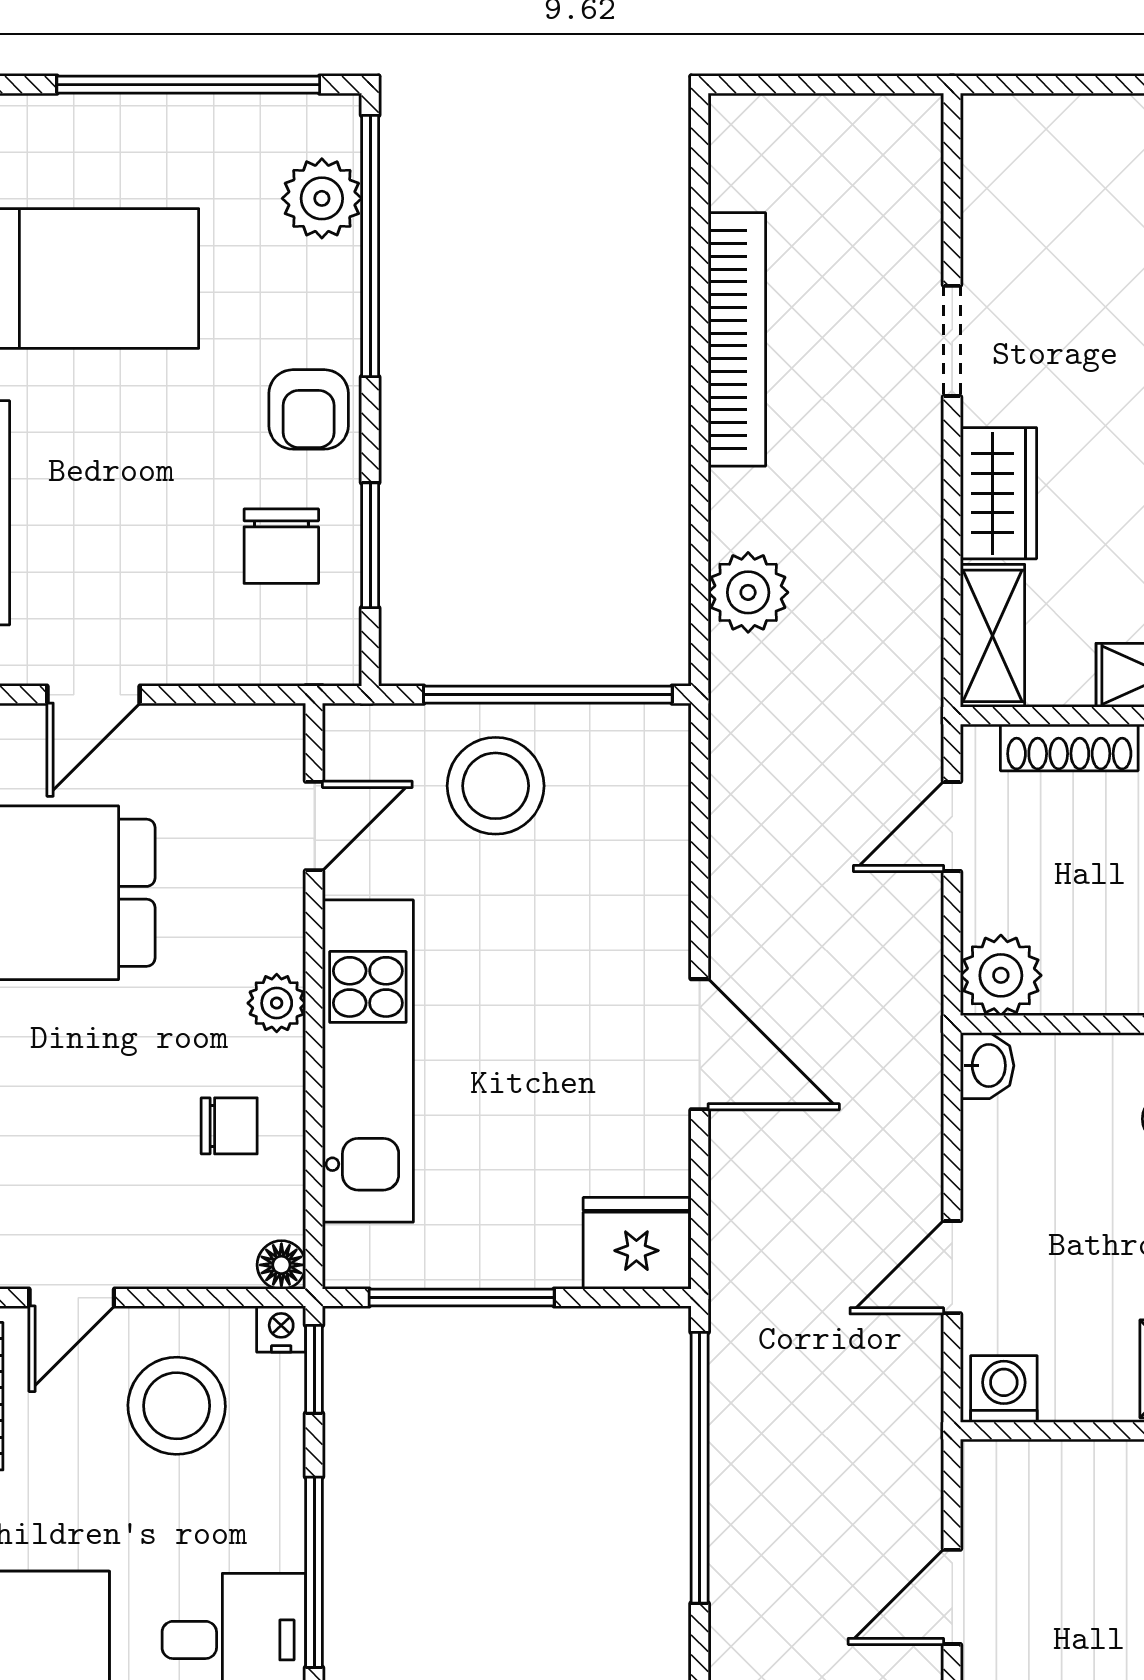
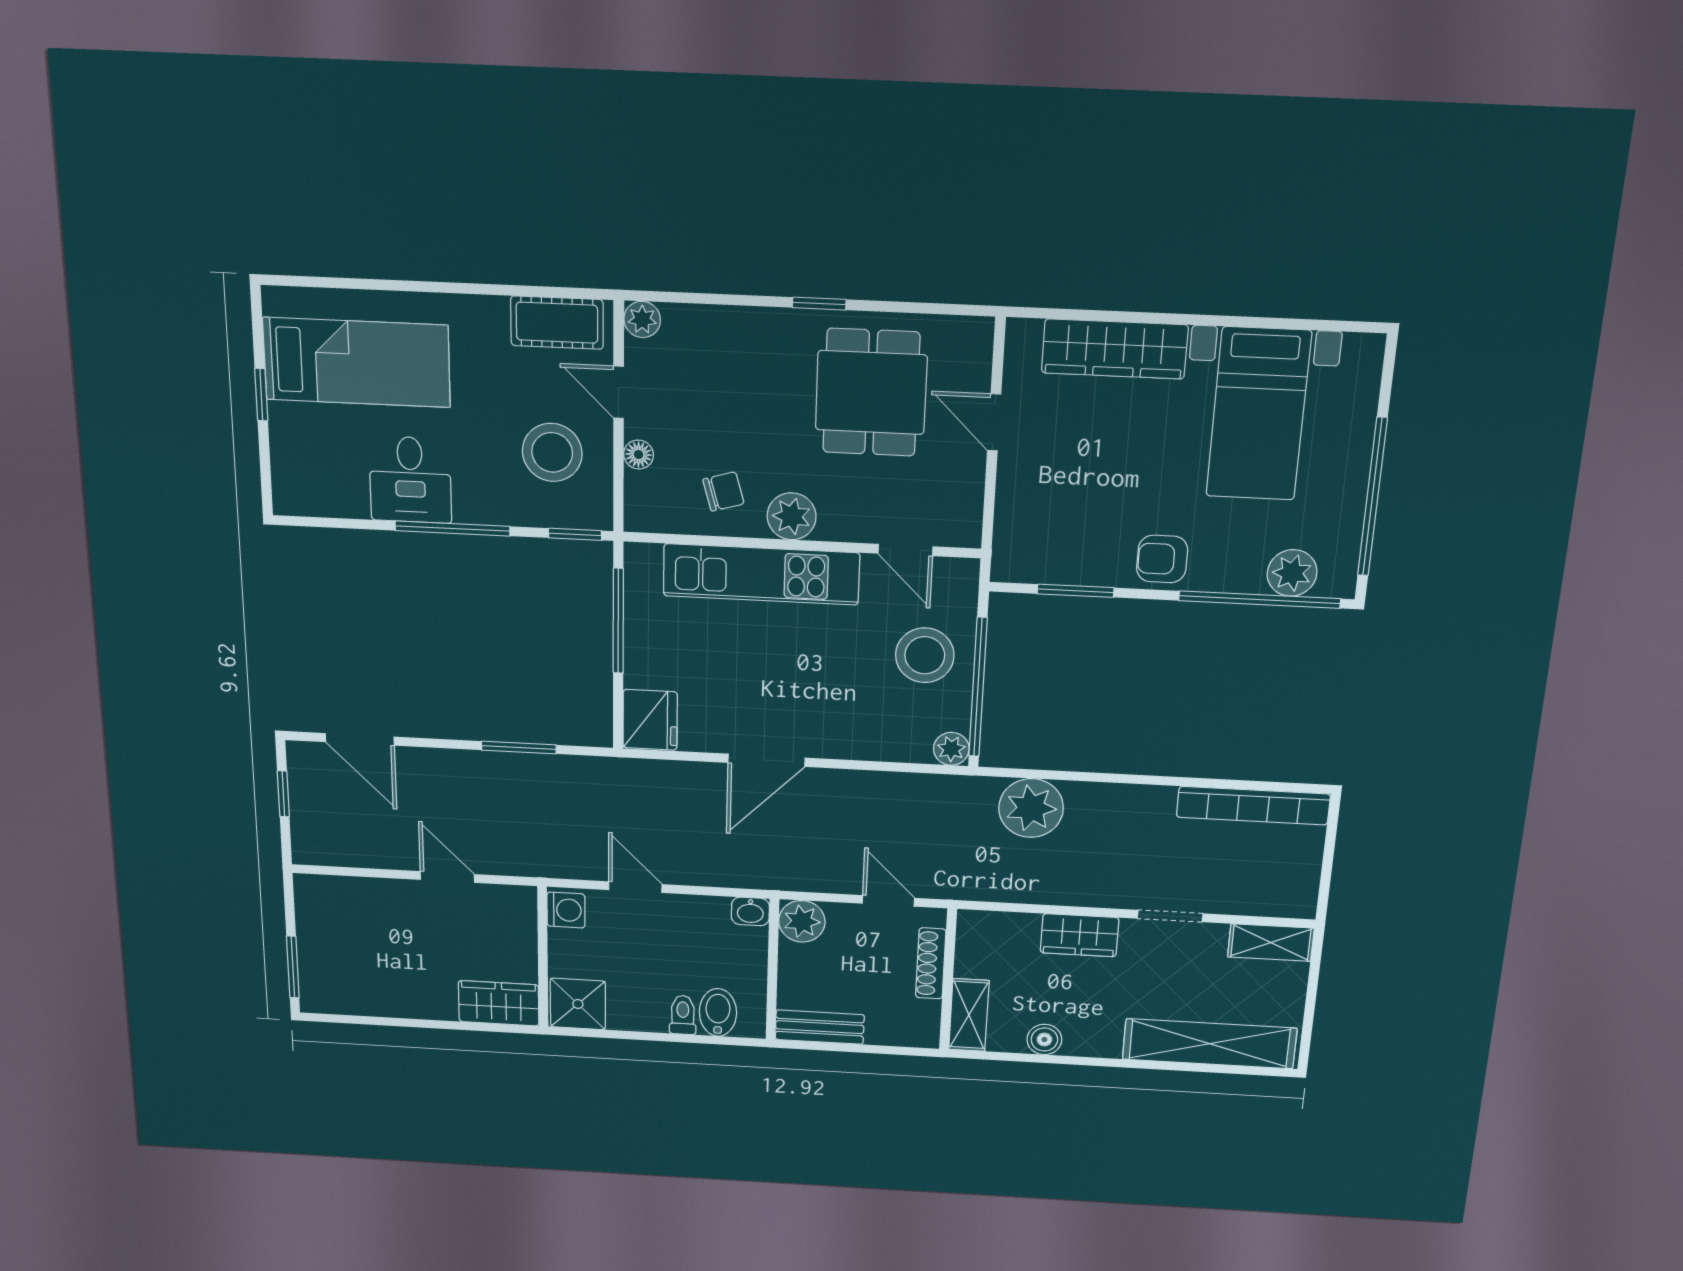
bookcase: (737, 339) -> (1253, 806), moved
chair: (281, 546) -> (1079, 539), removed
plant: (748, 592) -> (1031, 808), width x1.36, depth x1.36
shelving: (993, 636) -> (1271, 943), moved
plant: (661, 733) -> (951, 749), added
plant: (277, 1003) -> (792, 516), width x1.38, depth x1.38
chair: (229, 1126) -> (723, 492), turned -106
floor lamp: (281, 1265) -> (639, 455), moved
nightstand: (281, 1329) -> (599, 516), removed
window: (700, 1468) -> (519, 748), width x0.47

